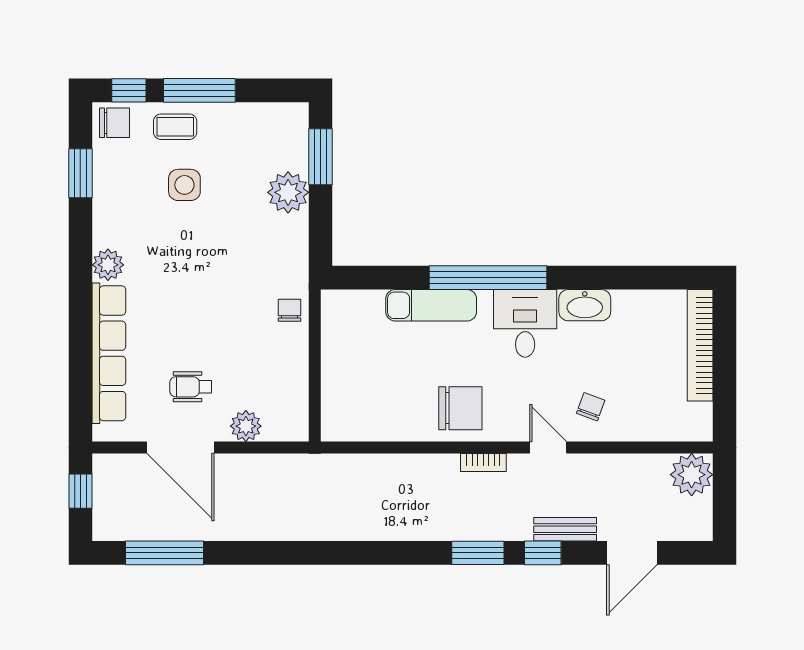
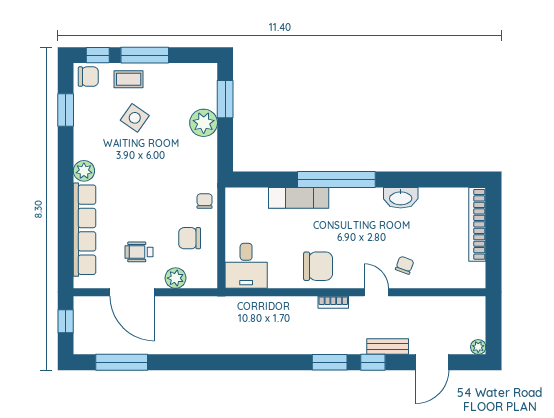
side table: (184, 185) -> (135, 118), turned 35
desk: (525, 323) -> (246, 266), moved, turned 180
chair: (267, 366) -> (190, 238), added
plant: (692, 475) -> (478, 347), moved, width x0.53, depth x0.53

